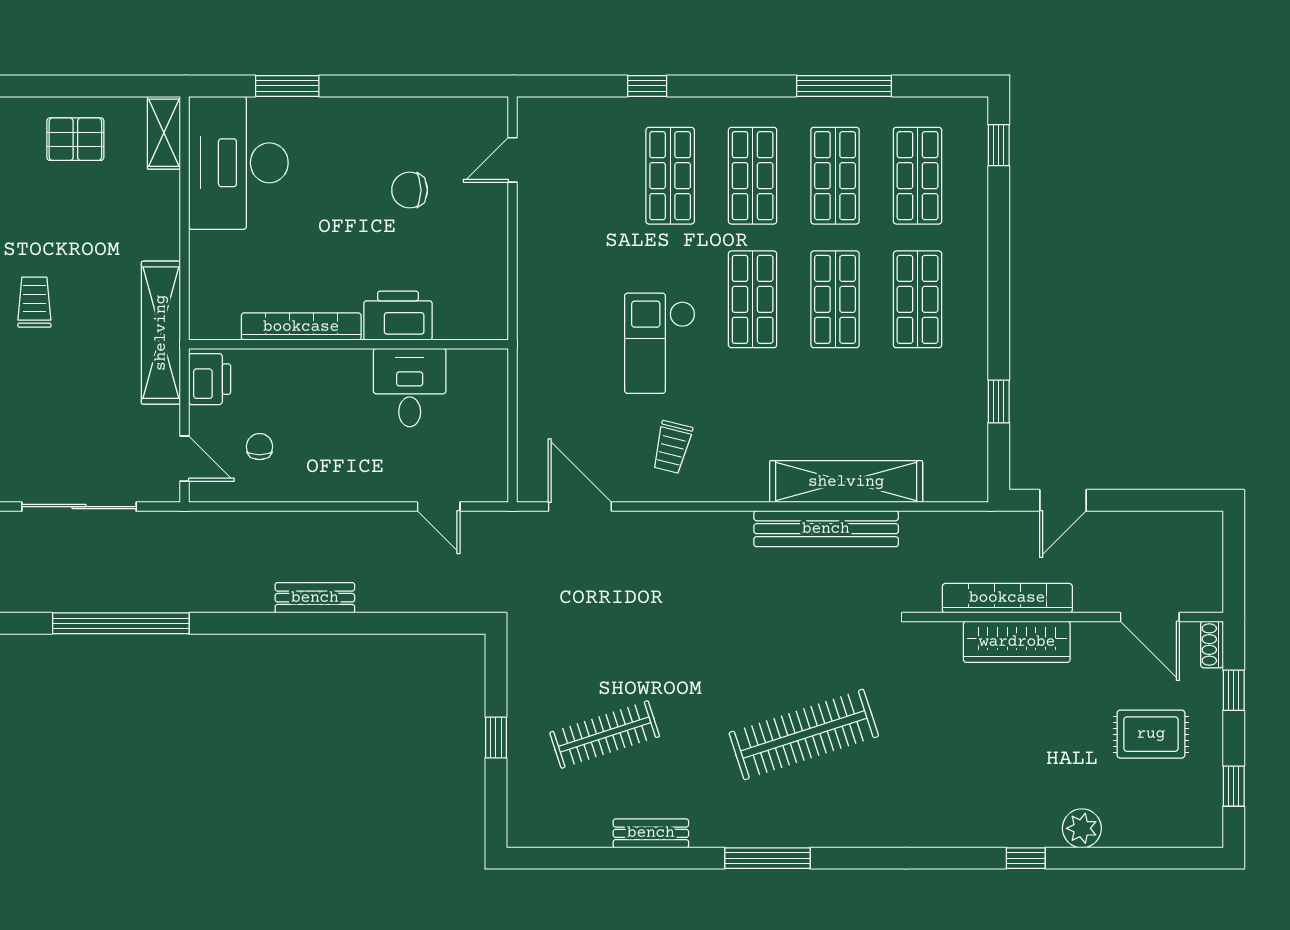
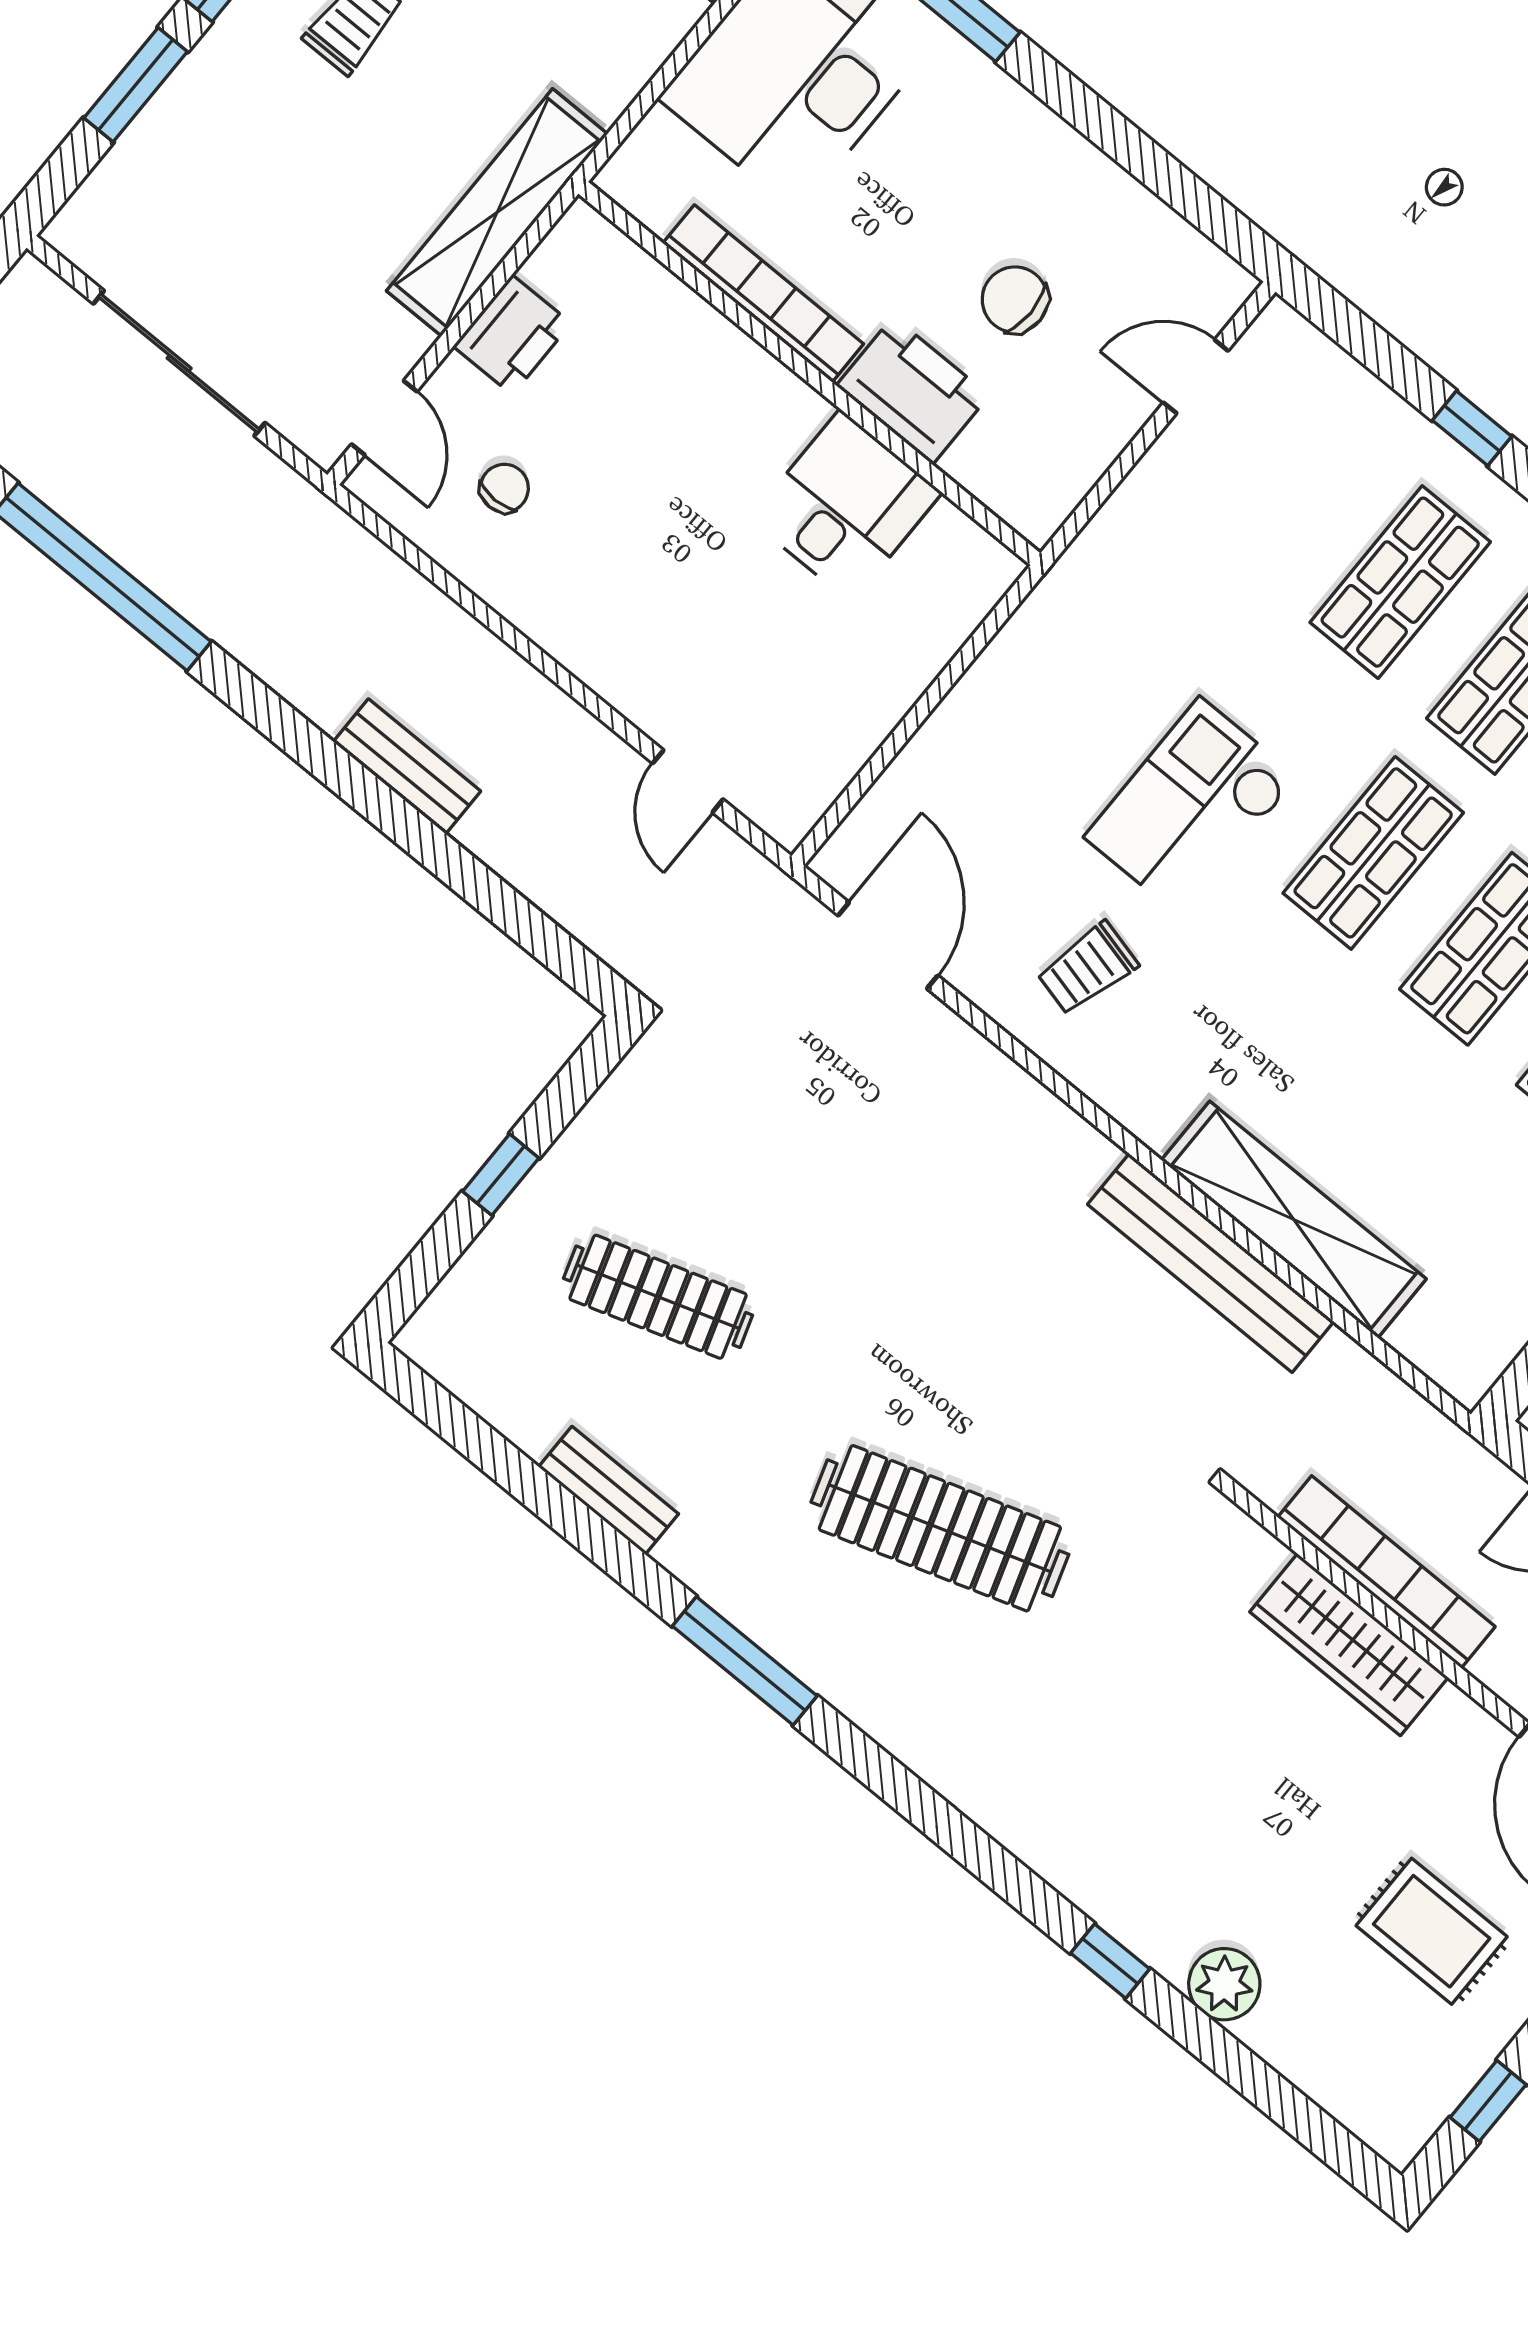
printer: (398, 316) -> (913, 390), moved
bookcase: (301, 327) -> (763, 293), moved
wall: (348, 344) -> (809, 373), moved
desk: (410, 388) -> (846, 506), moved

